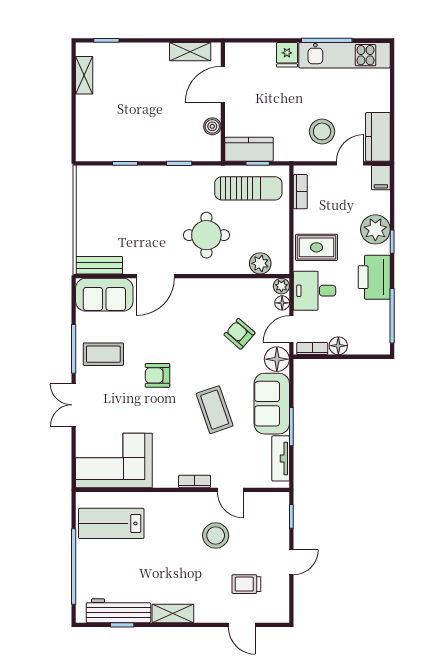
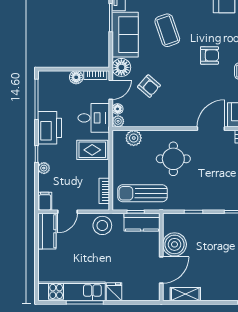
boiler: (212, 126) -> (174, 244), width x1.86, depth x1.86
stool: (322, 131) -> (102, 225), moved
plant: (375, 229) -> (44, 168), width x0.53, depth x0.53

